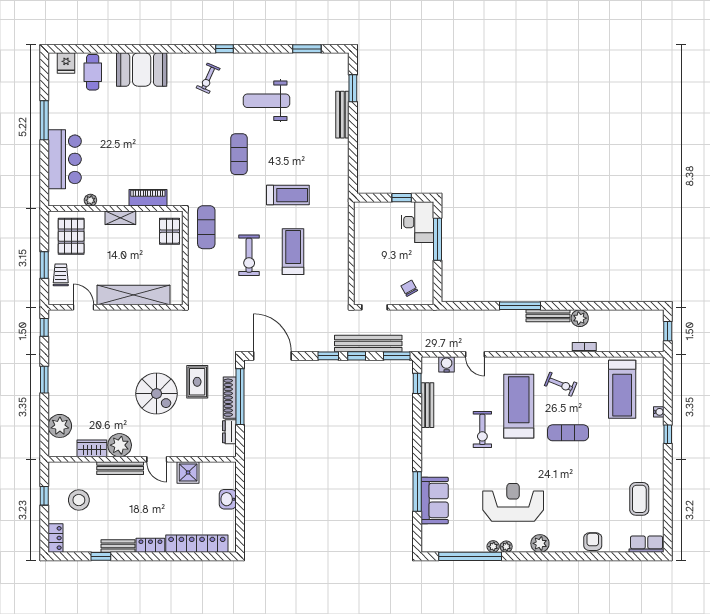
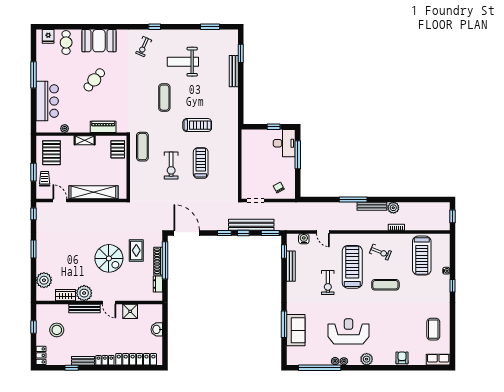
cafe table: (135, 128) -> (94, 80), added

